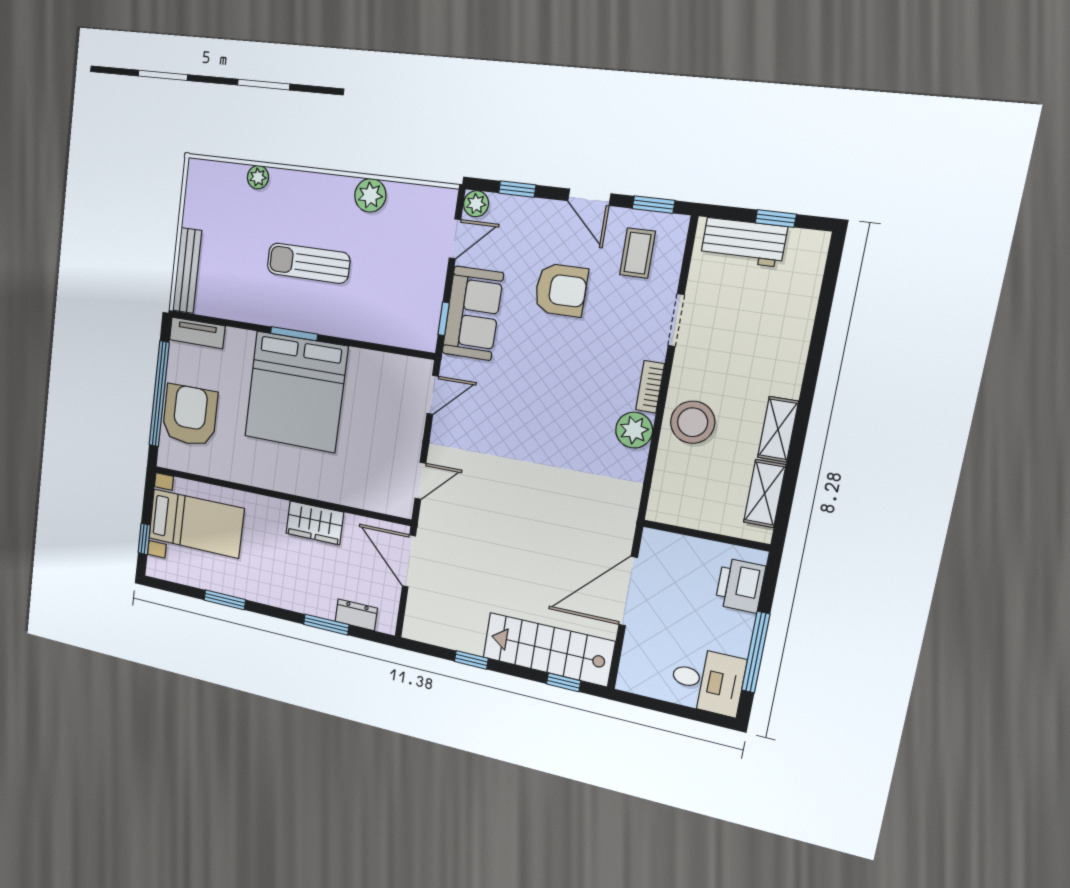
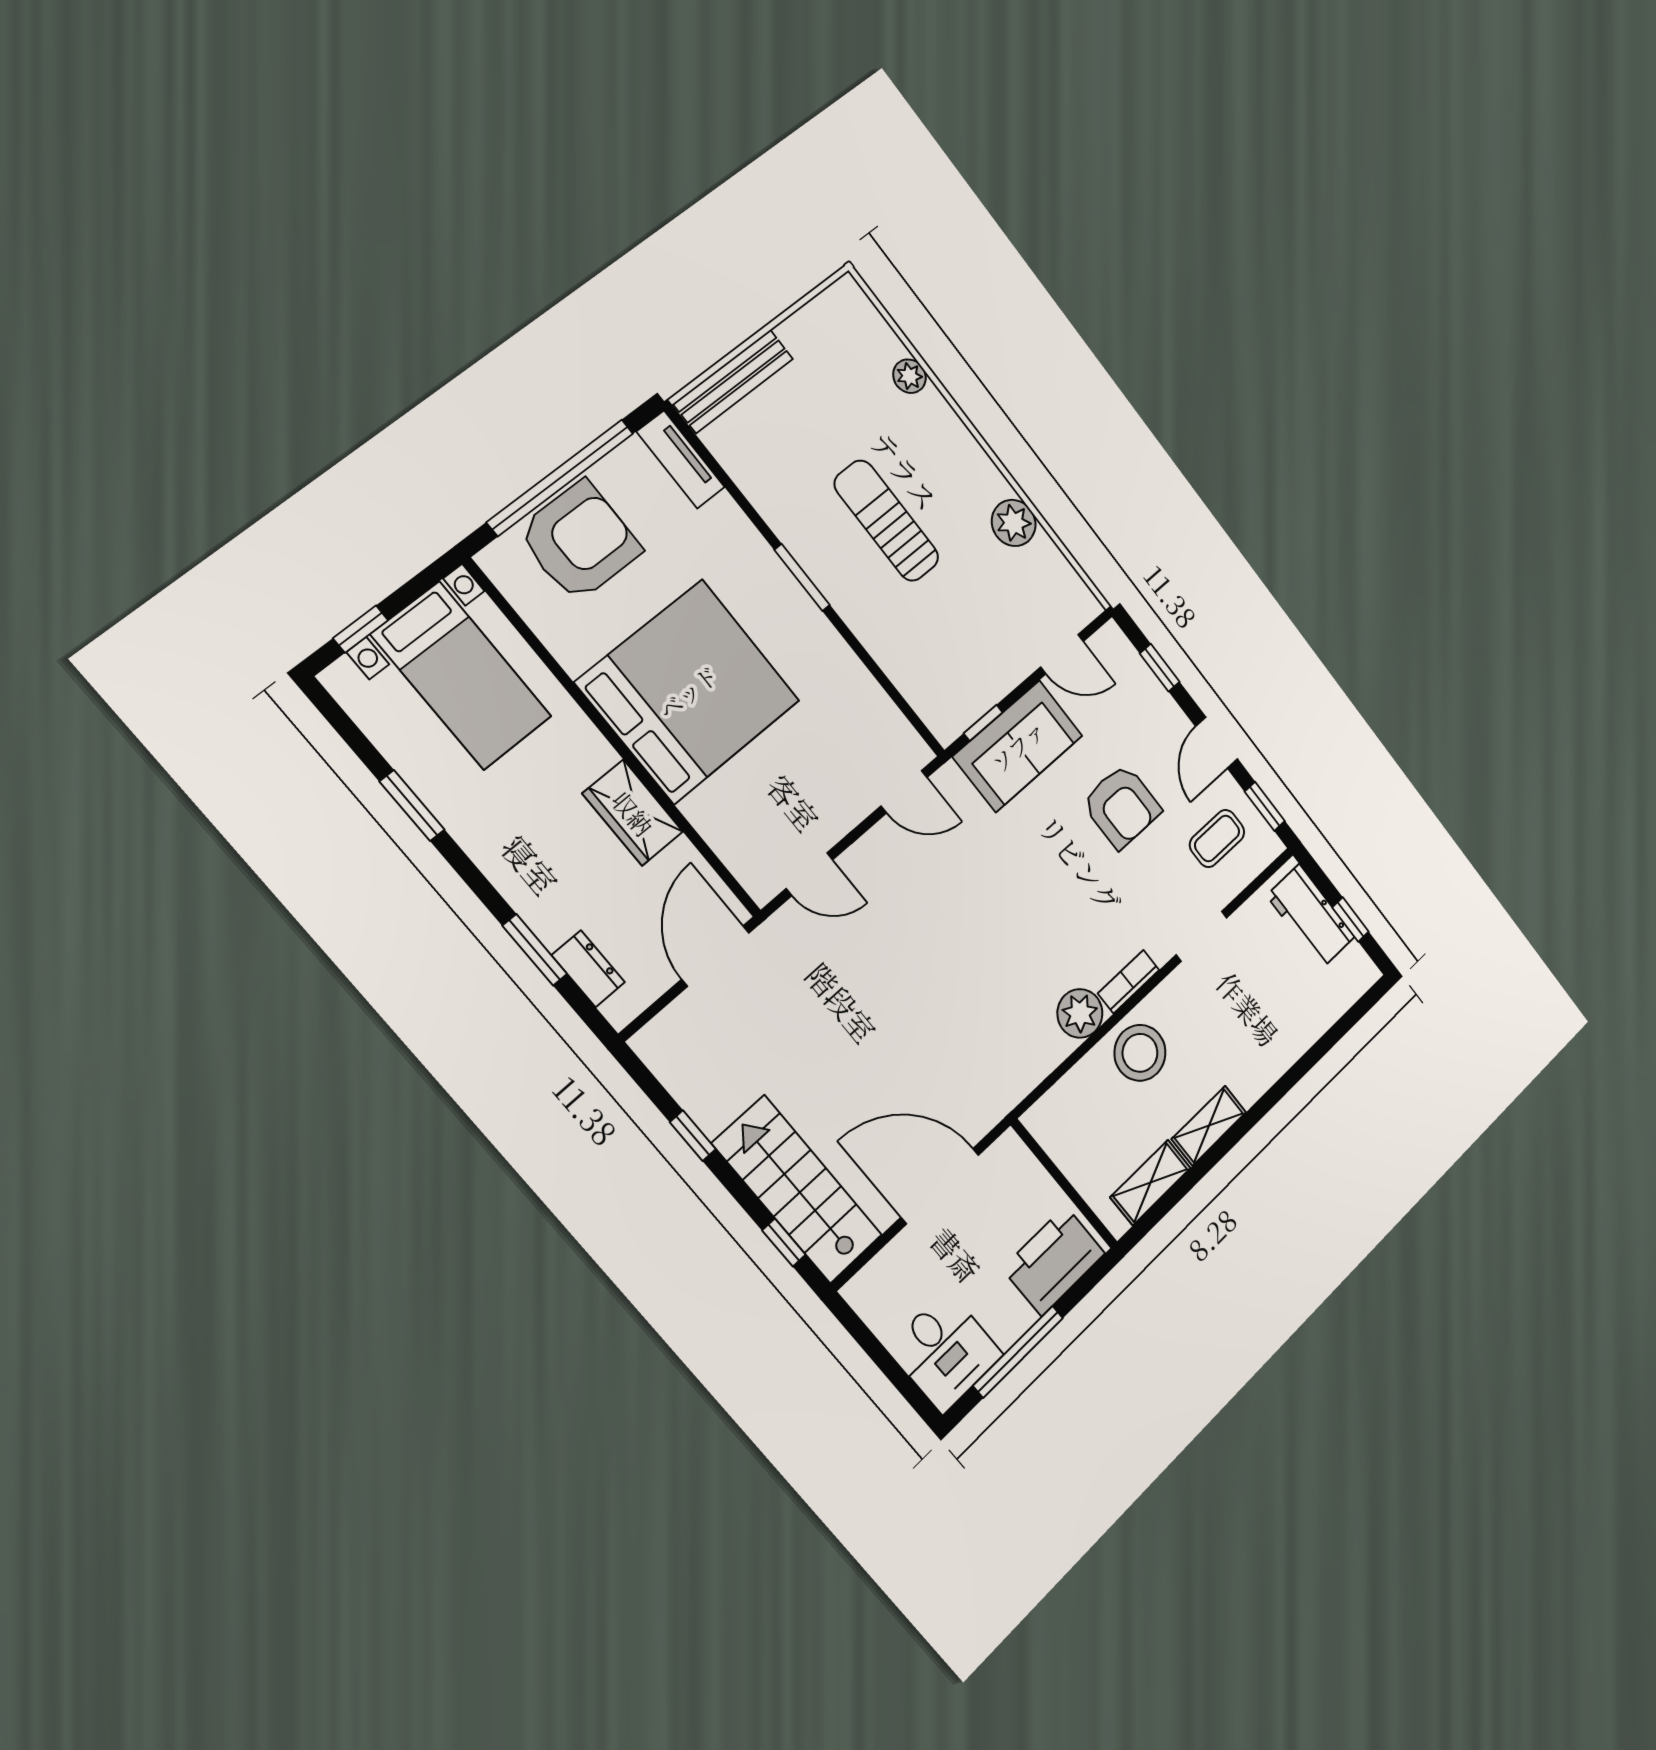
plant: (476, 204) -> (1110, 641), removed
bed: (296, 392) -> (688, 692), moved, turned 180
printer: (740, 585) -> (1054, 1261), width x1.37, depth x1.19

